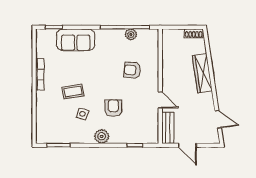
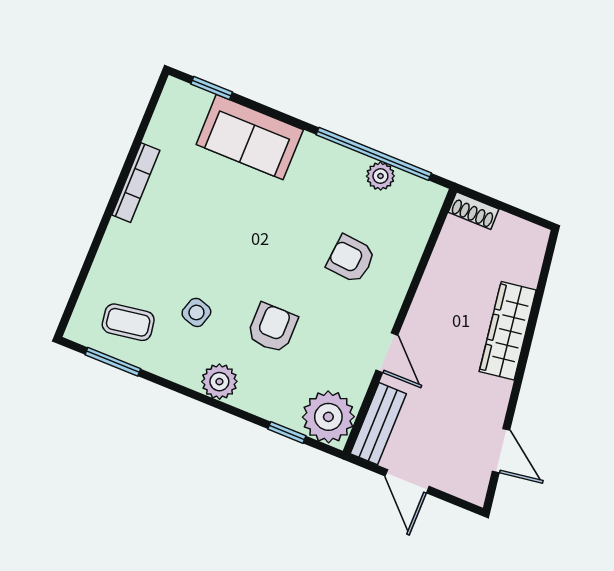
shoe rack: (194, 33) -> (474, 211), moved
coffee table: (73, 92) -> (128, 322), moved
plant: (148, 133) -> (328, 417), added

